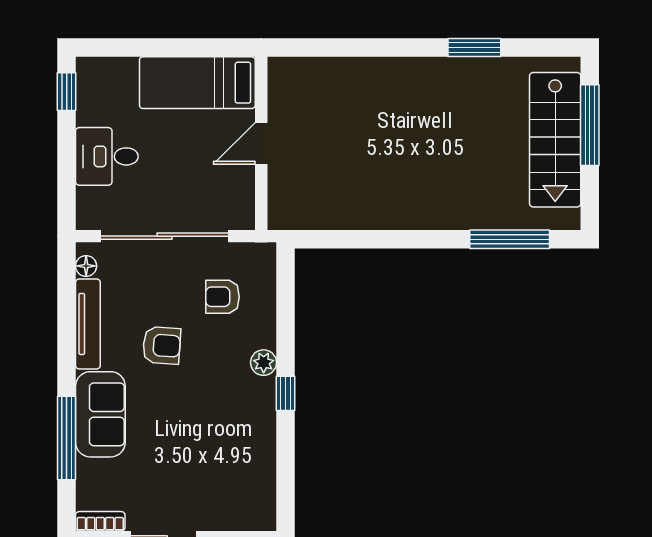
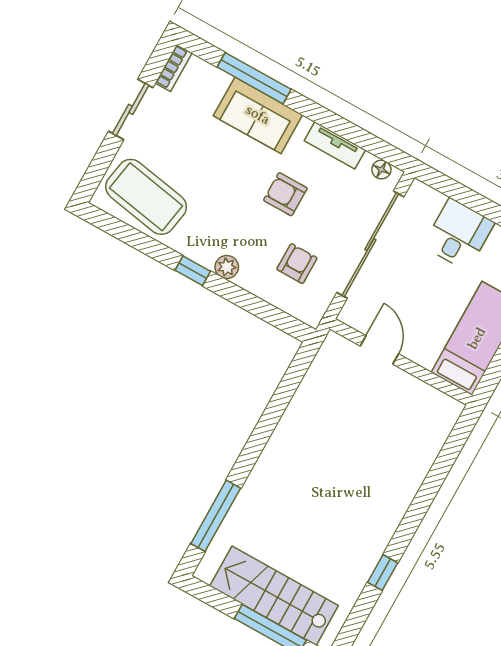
window: (474, 48) -> (383, 573), width x0.67
door: (261, 143) -> (379, 350), moved
tv unit: (88, 324) -> (335, 145), width x0.71
armchair: (162, 345) -> (285, 194), turned 86
coffee table: (239, 478) -> (146, 197), added

